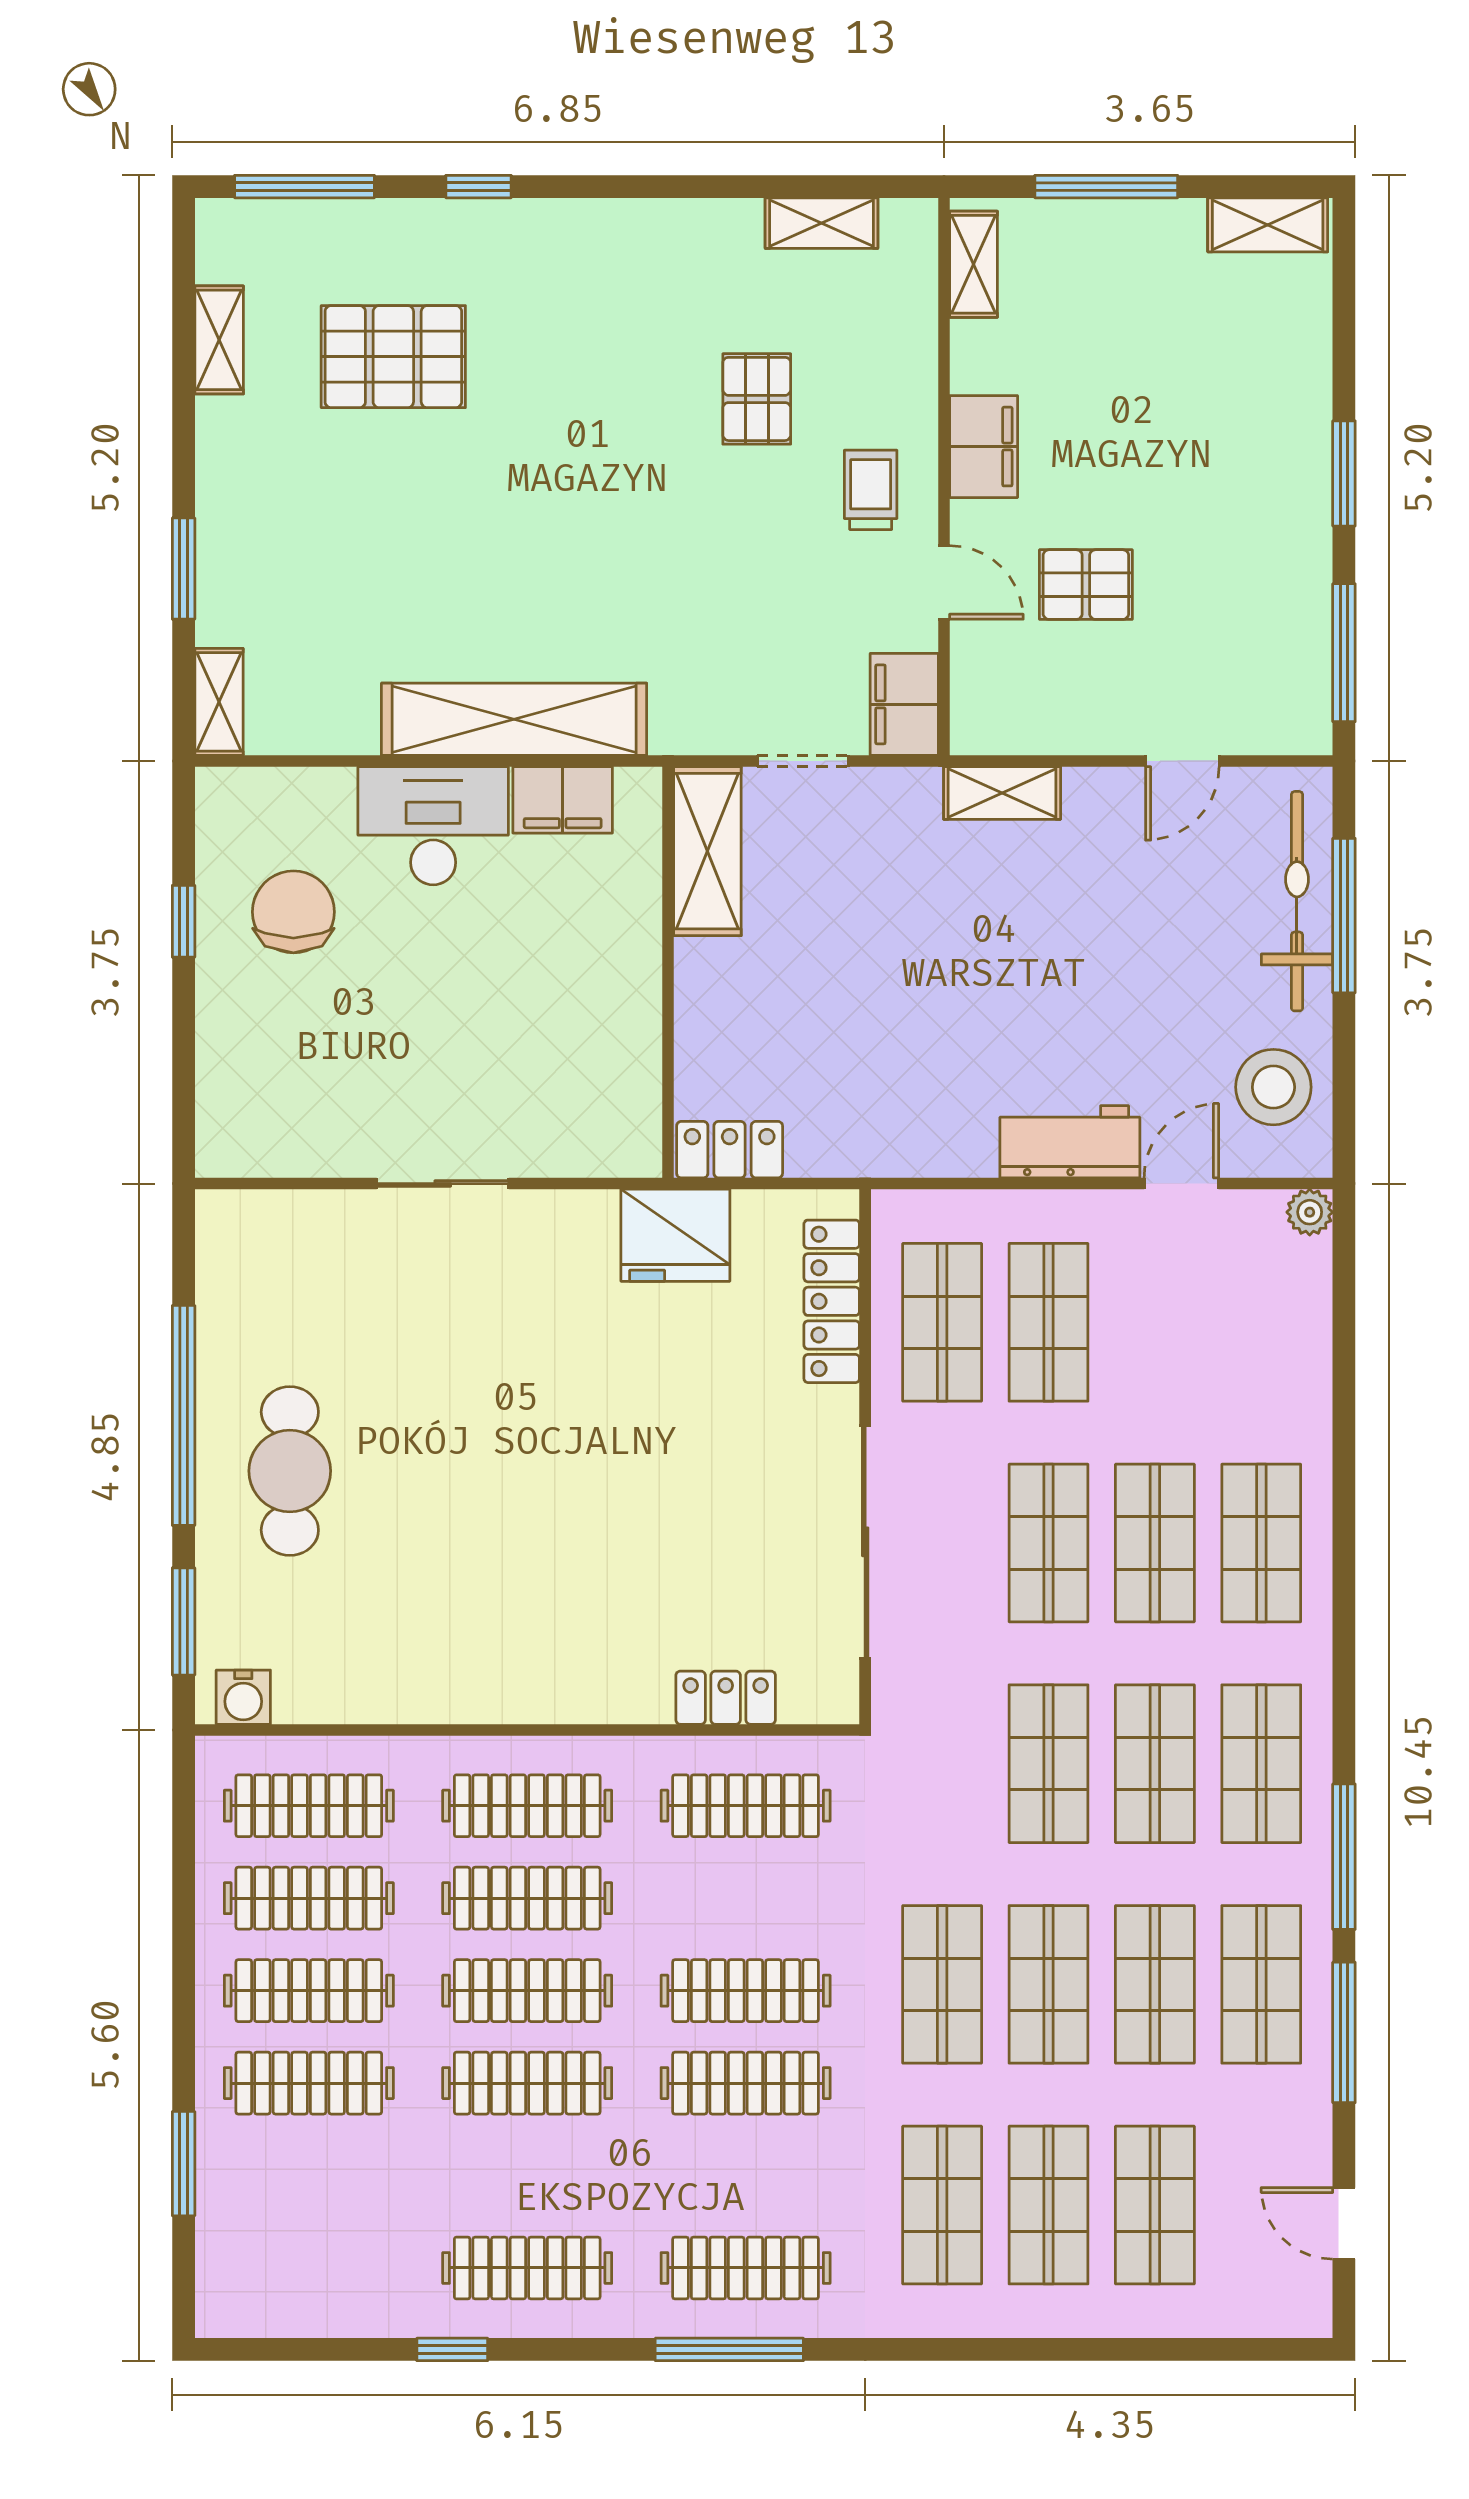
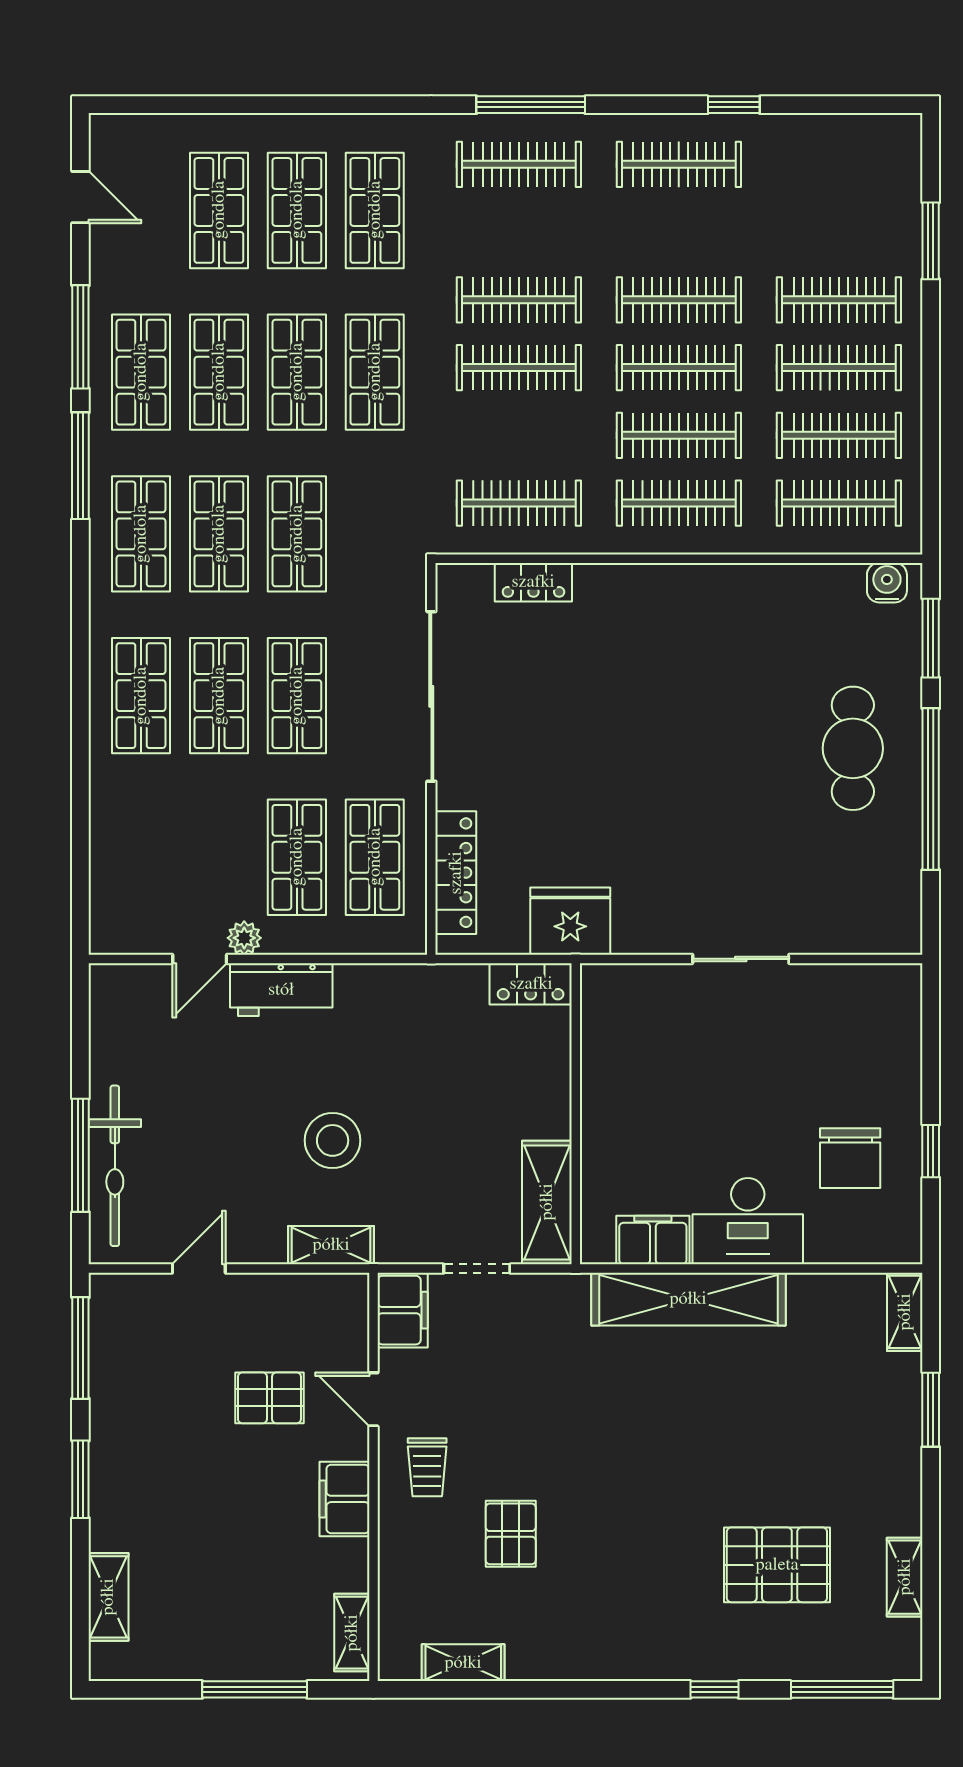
shelving: (1268, 225) -> (108, 1597), moved, turned 90
stool: (1273, 1087) -> (333, 1140), moved
plant: (1310, 1212) -> (244, 938), moved

